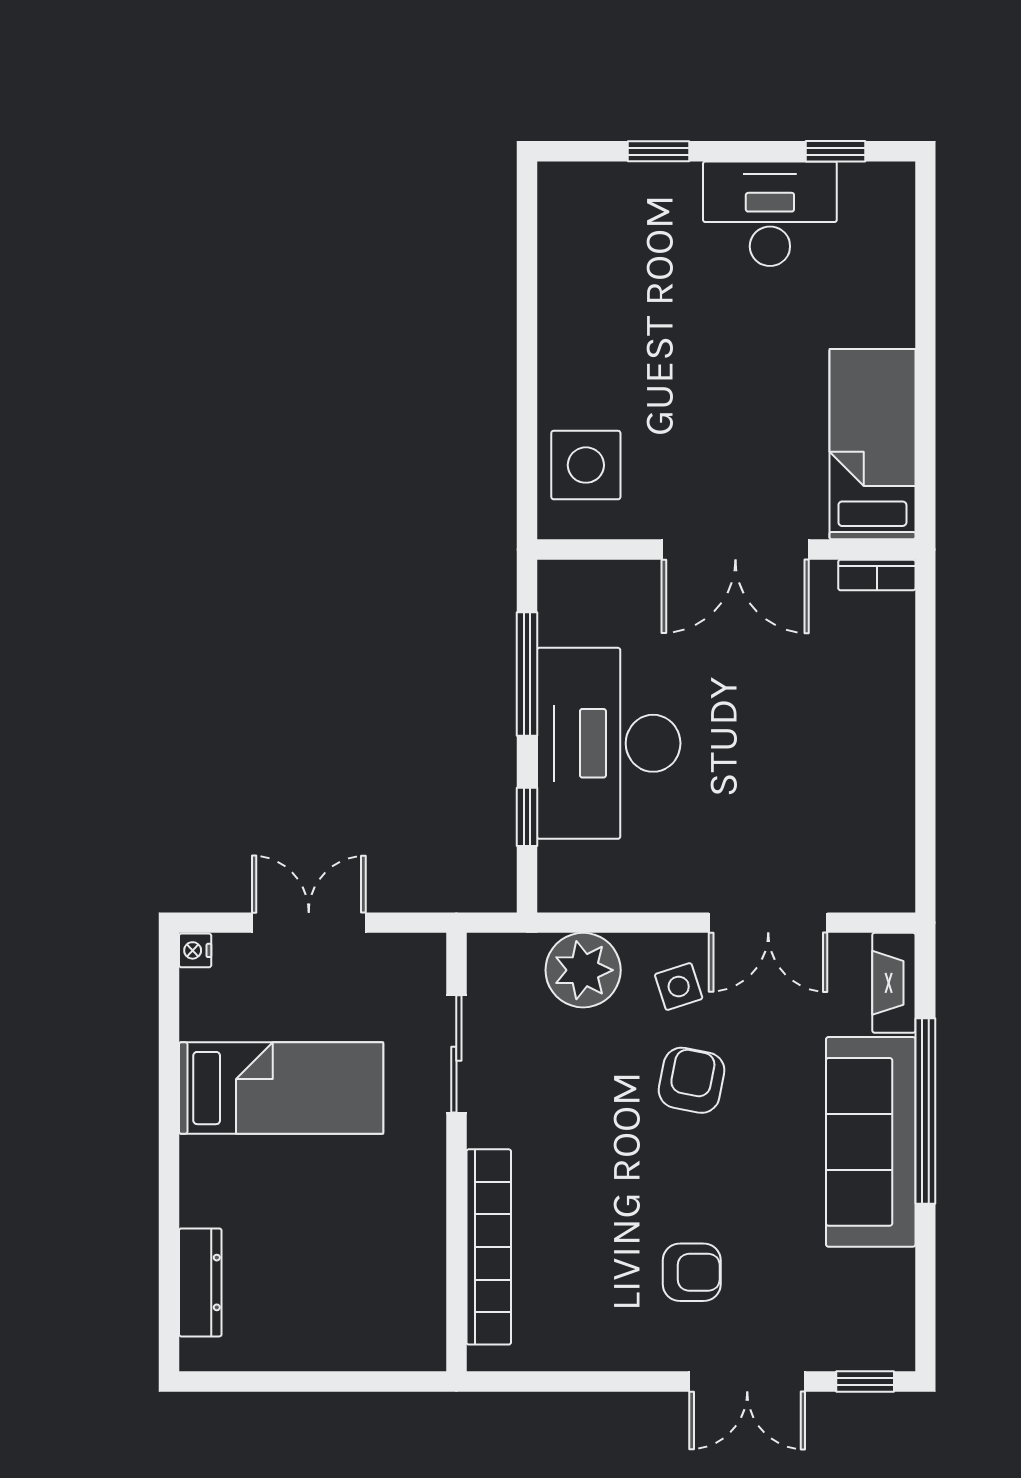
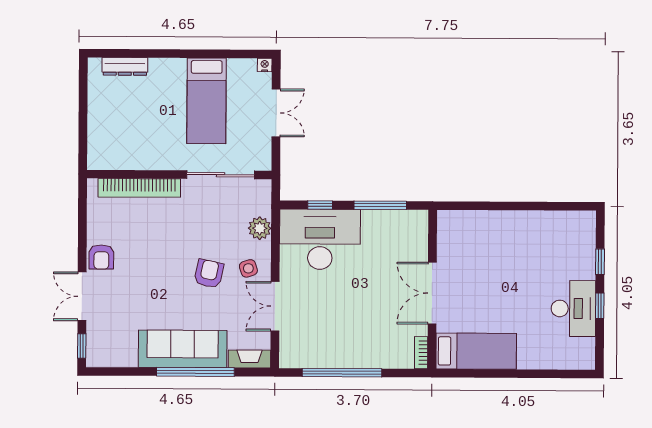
window: (836, 151) -> (600, 306), moved
side table: (586, 465) -> (468, 230), removed
desk: (609, 743) -> (320, 239), moved
window: (925, 763) -> (342, 373), added
plant: (583, 970) -> (260, 228), width x0.73, depth x0.73
sliding door: (456, 1054) -> (221, 175), width x1.37
armchair: (692, 1080) -> (209, 274), turned -89
armchair: (692, 1272) -> (101, 257), moved

